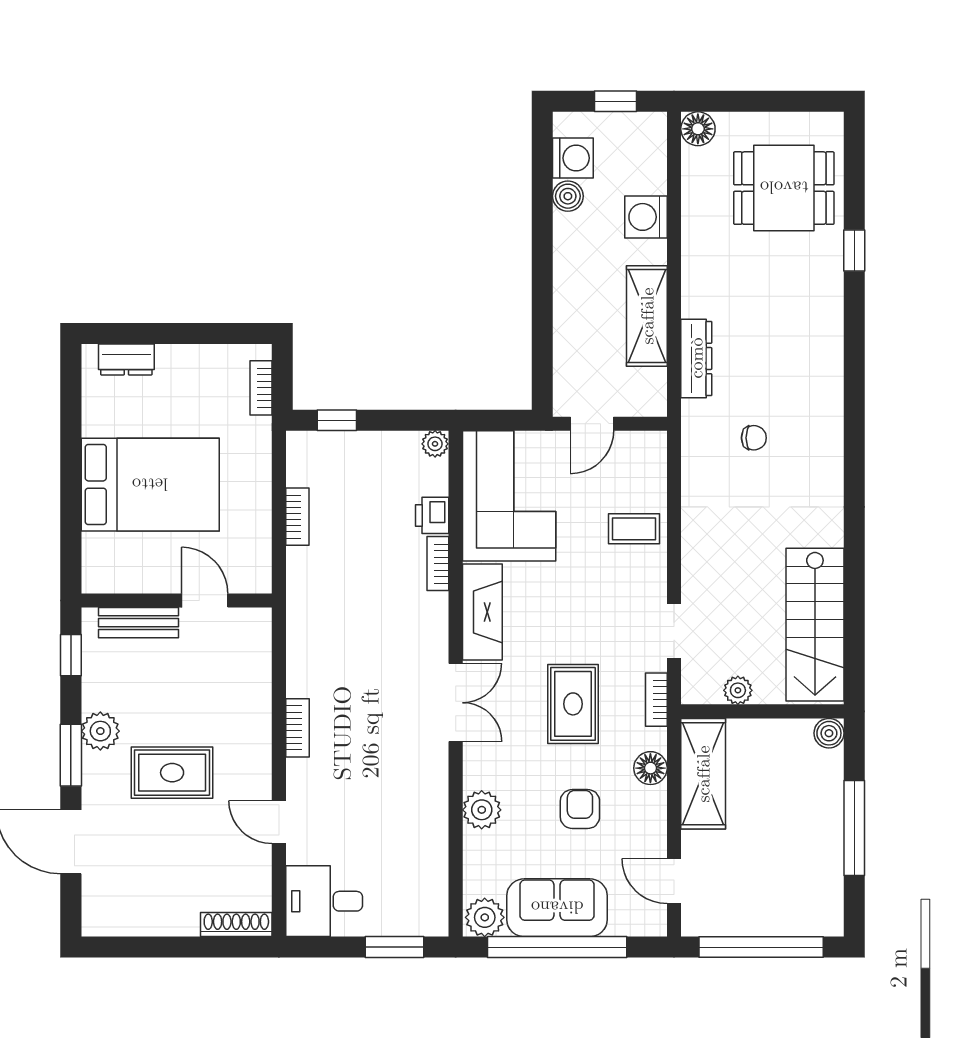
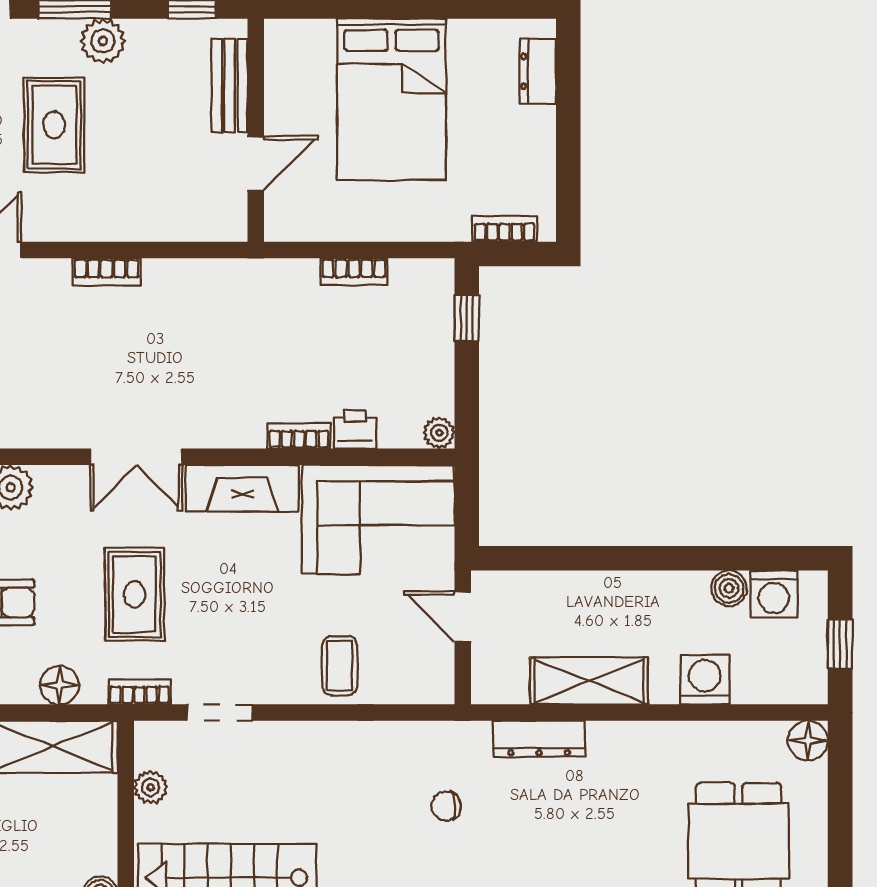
chair: (754, 438) -> (446, 806), turned 84
rug: (573, 704) -> (135, 594), turned 90

